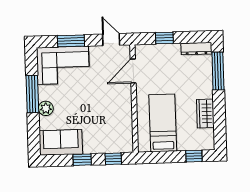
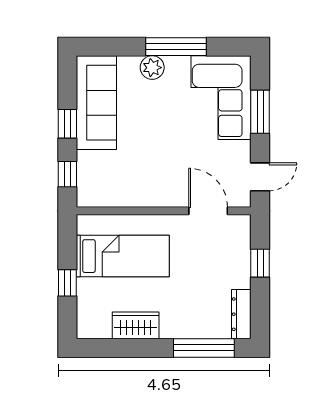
sofa: (61, 142) -> (96, 103), width x1.36
window: (194, 156) -> (67, 283), moved

